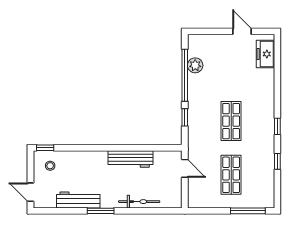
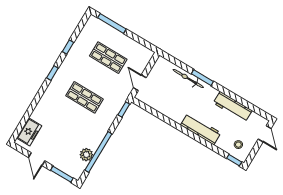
window: (208, 31) -> (62, 174), added
window: (185, 117) -> (124, 109), moved
shop shelf: (231, 121) -> (84, 97), turned 90
workbench: (130, 159) -> (201, 129), moved
shop shelf: (231, 175) -> (108, 58), turned 90
window: (101, 211) -> (202, 78), moved

